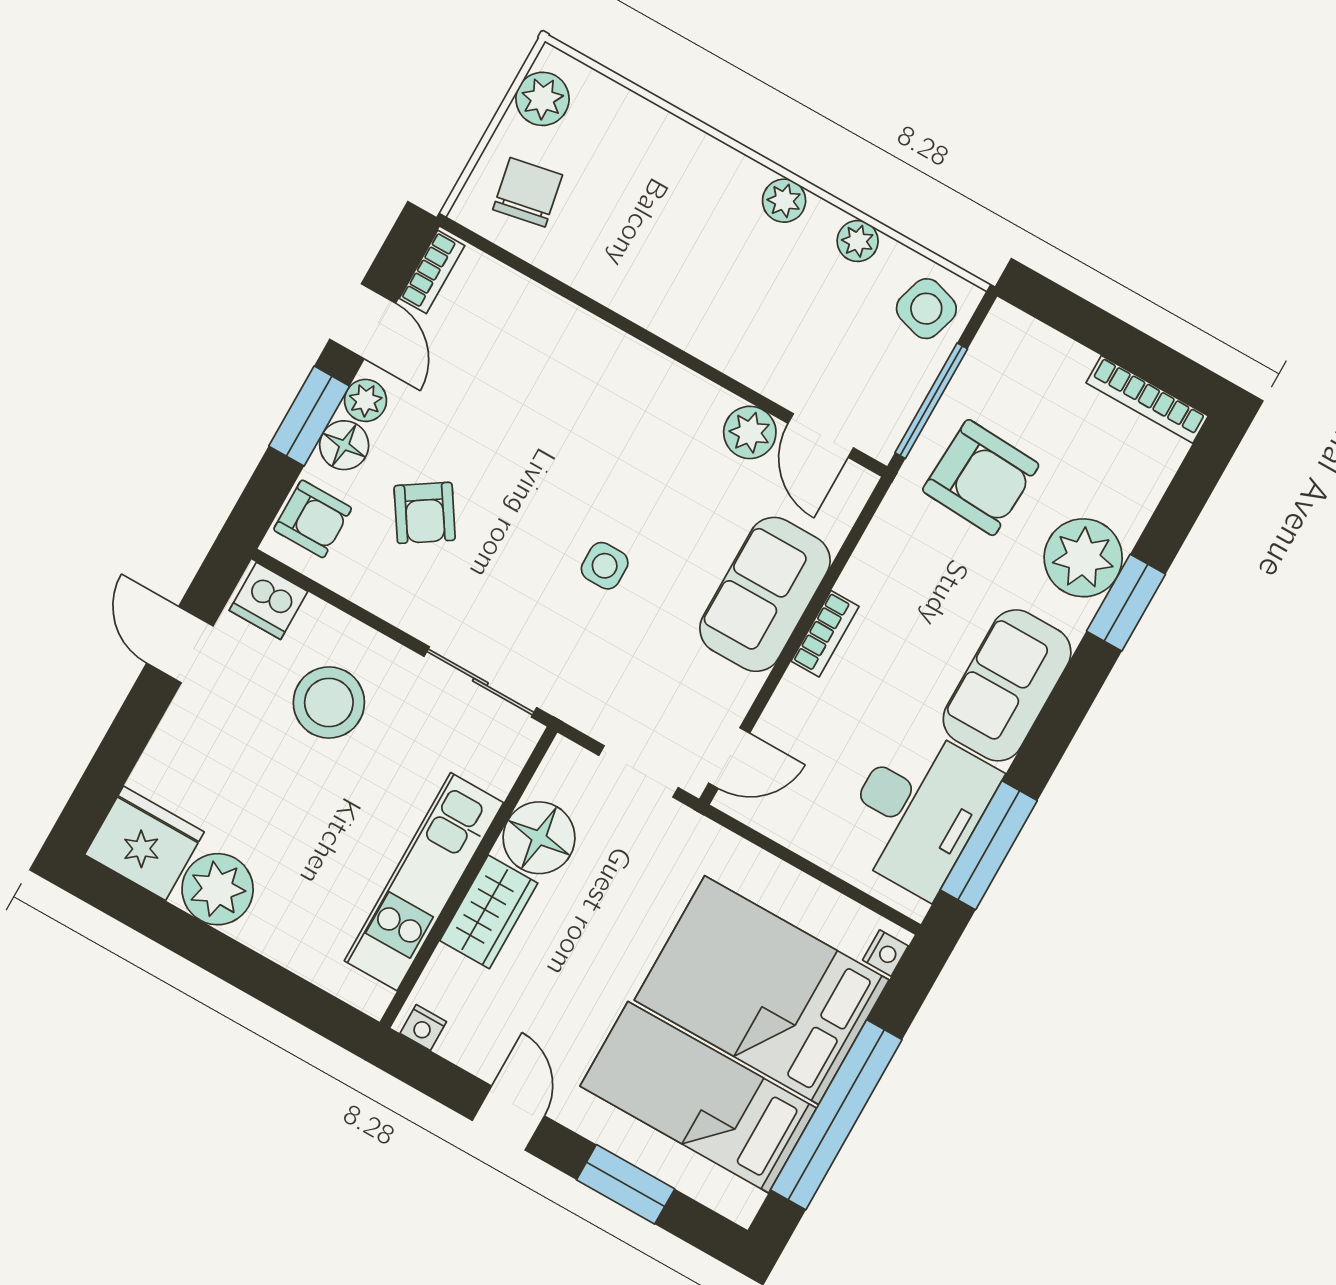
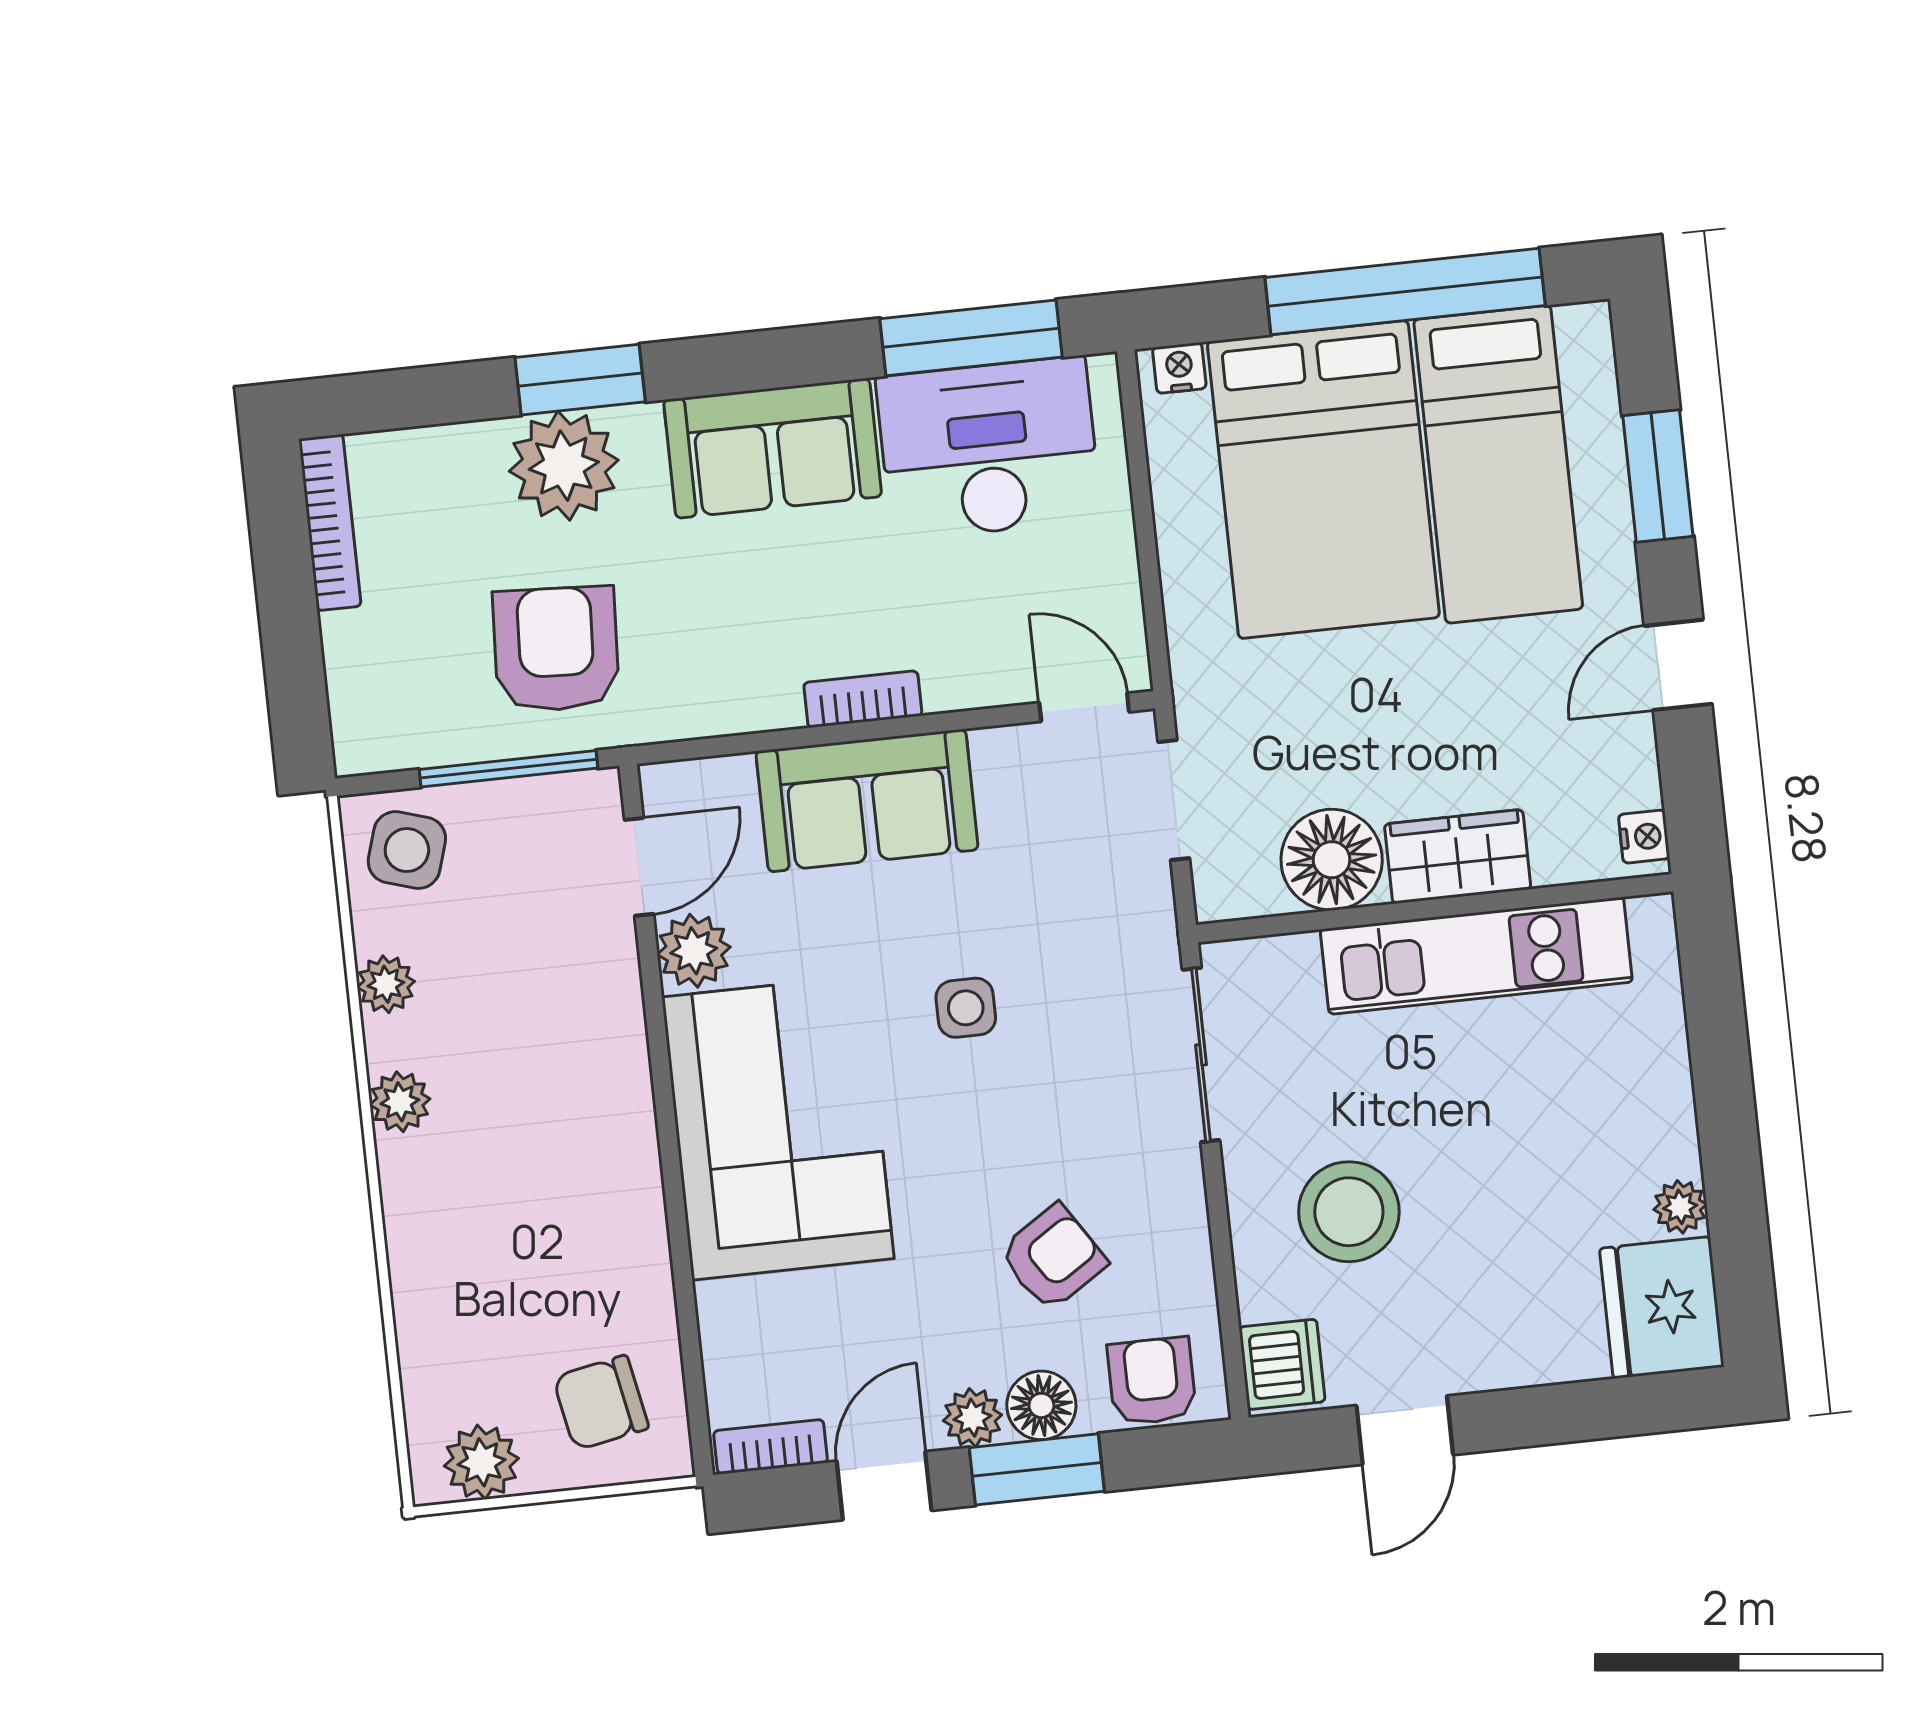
corner sofa: (613, 408) -> (778, 1128), added
plant: (218, 889) -> (1680, 1207), width x0.53, depth x0.53

